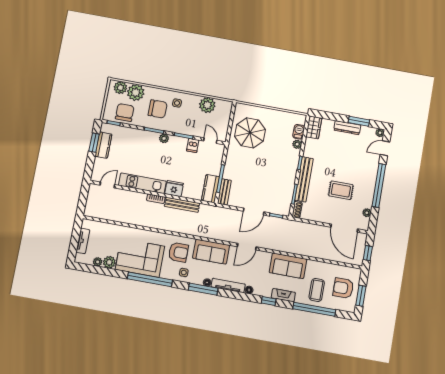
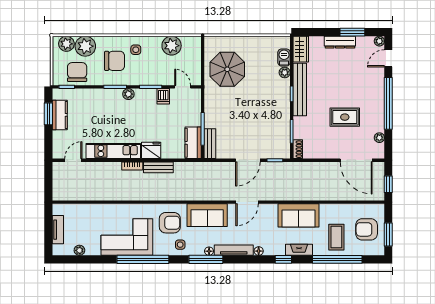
bench: (304, 179) -> (300, 89), moved
bench: (182, 205) -> (158, 167), width x0.73
plant: (109, 262) -> (93, 248), removed

